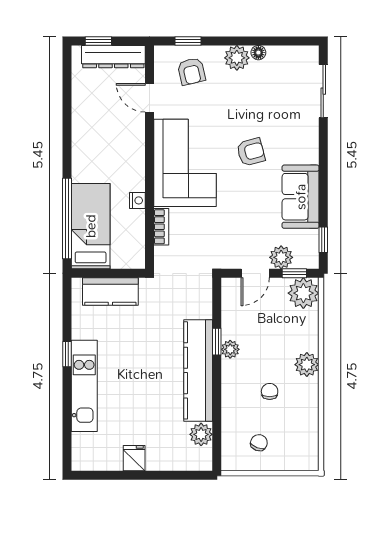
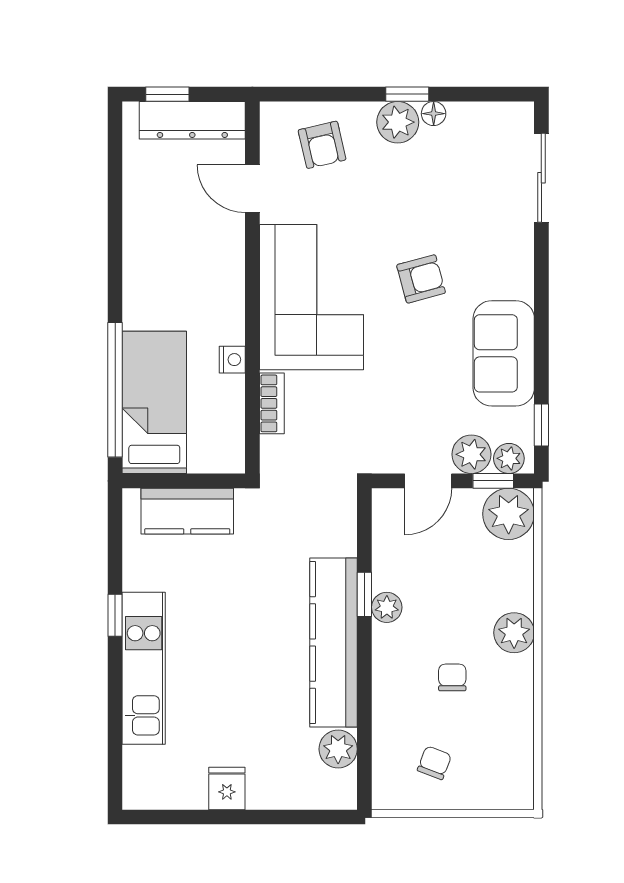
window: (188, 41) -> (407, 94), moved
plant: (304, 260) -> (509, 458), added

